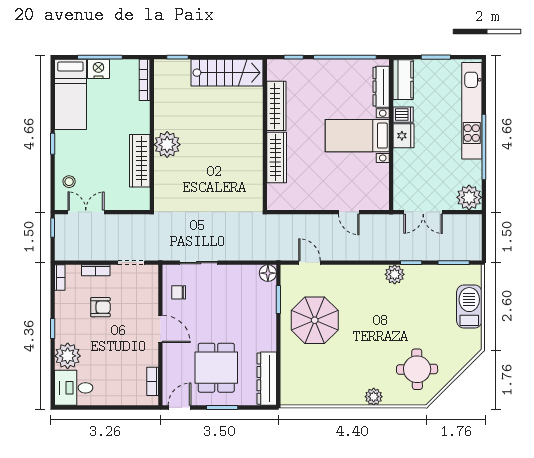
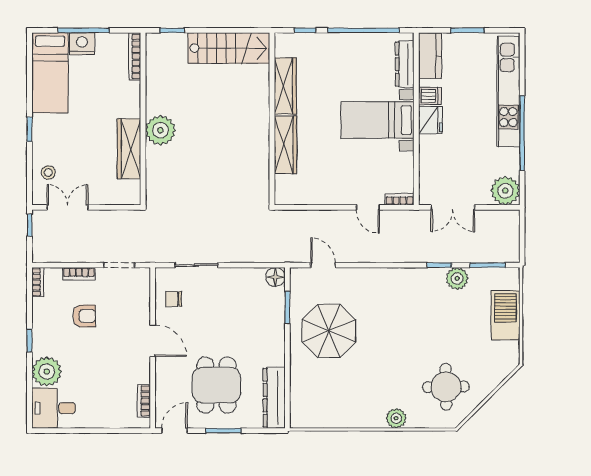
bookcase: (377, 205) -> (400, 199), added
plant: (395, 274) -> (457, 278), moved

